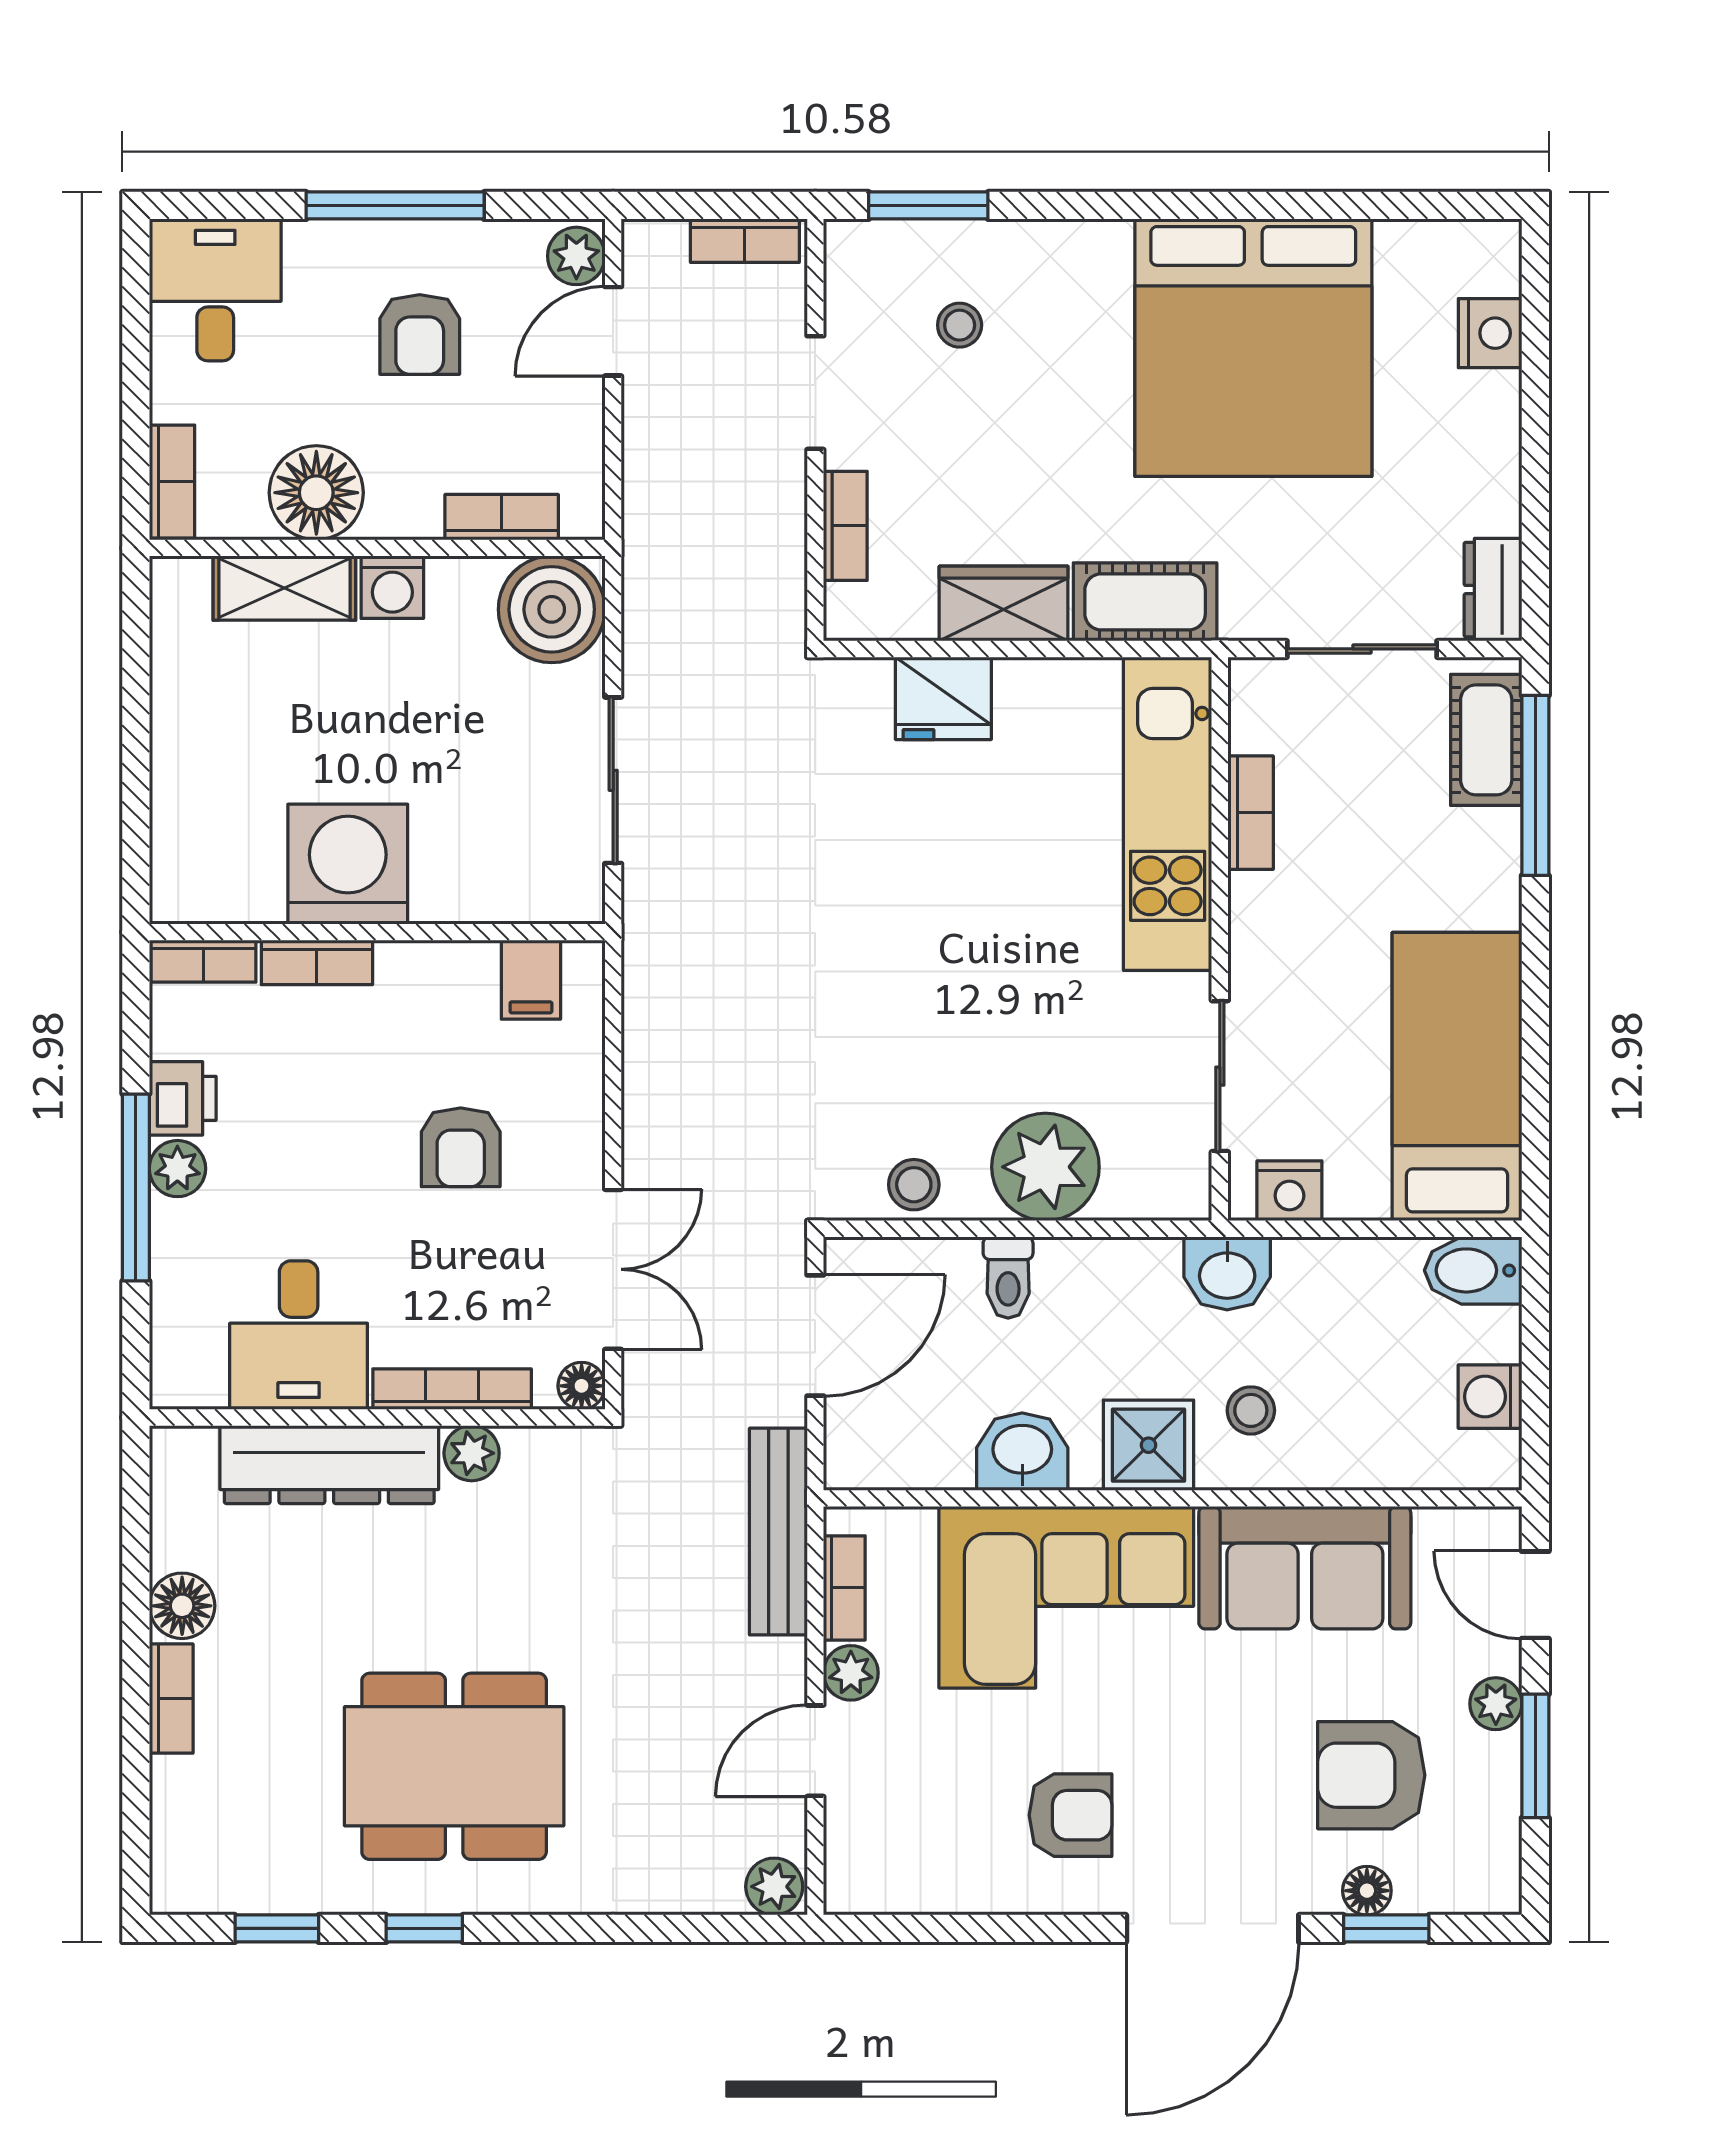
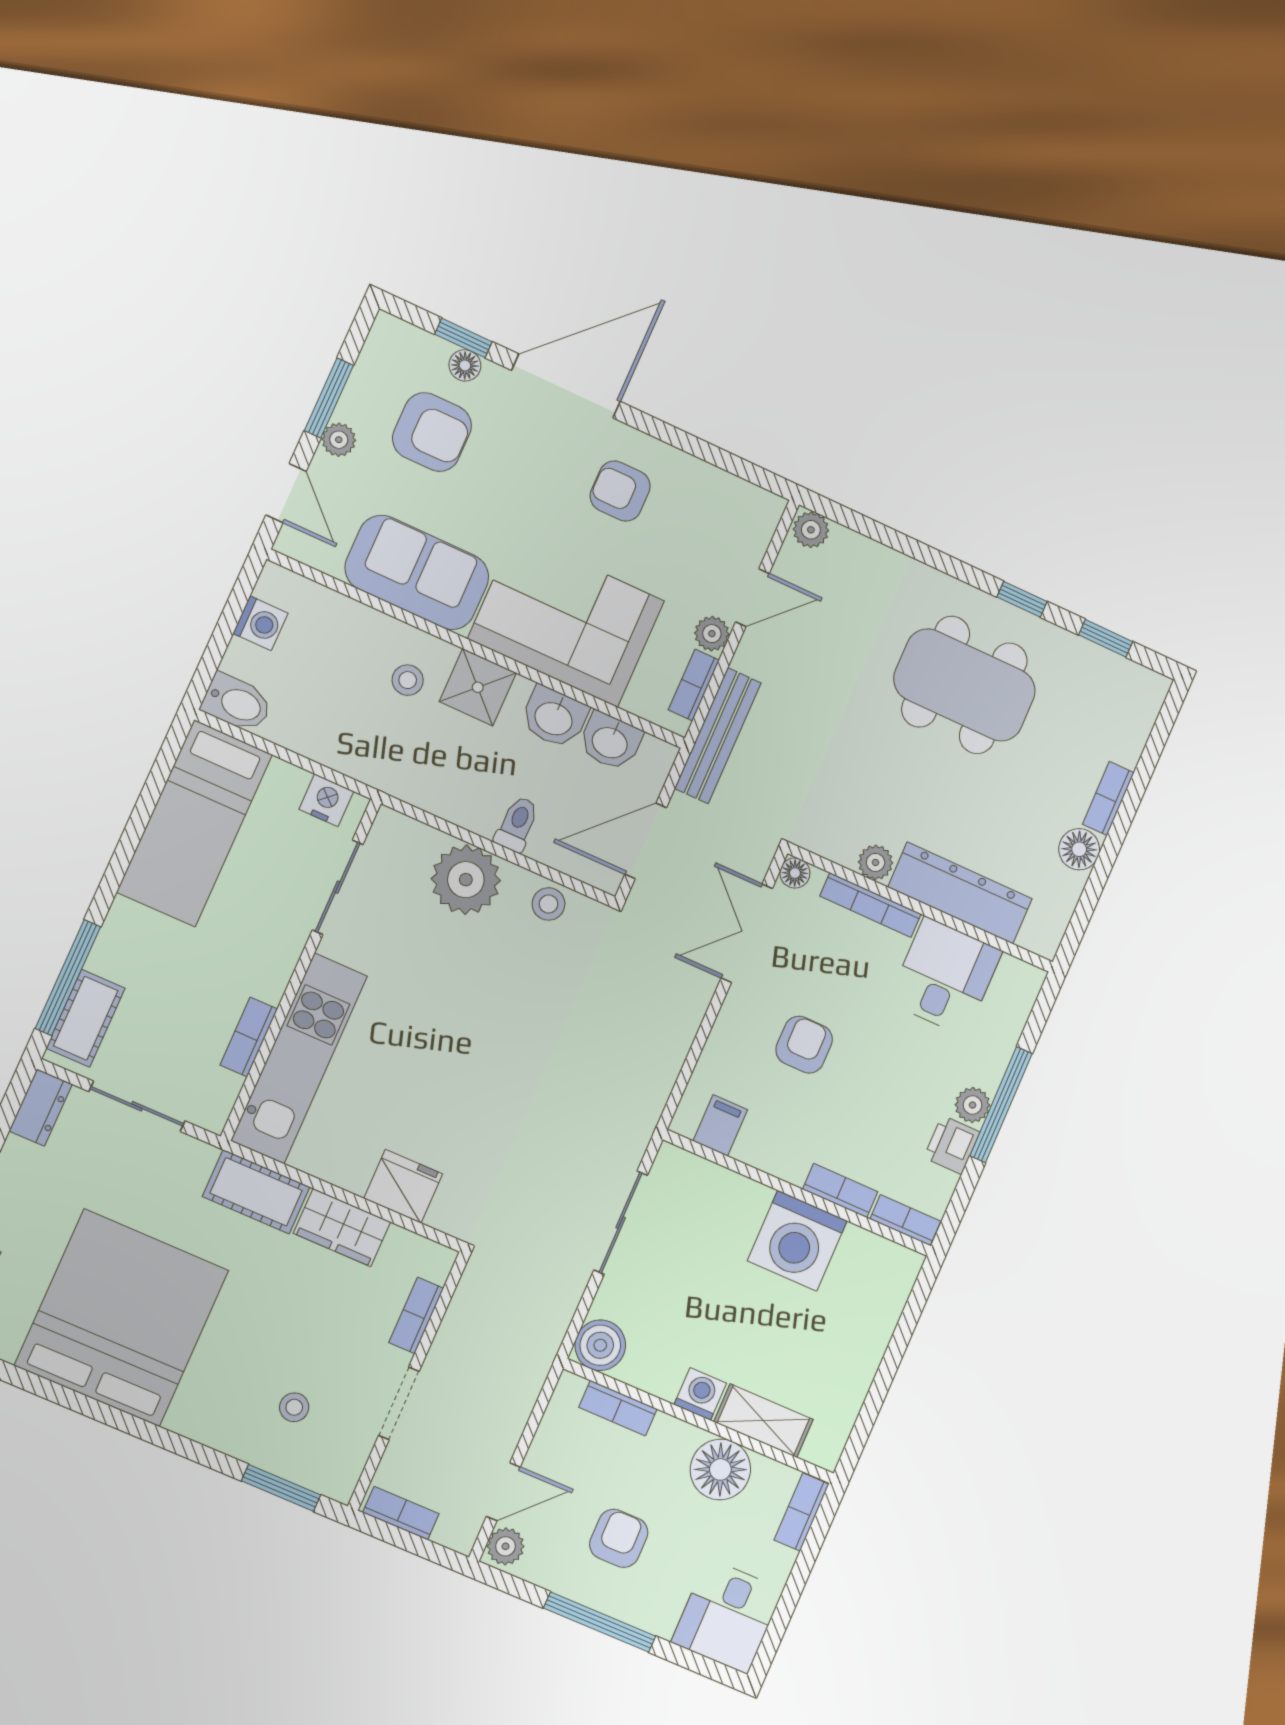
boiler: (552, 609) -> (600, 1345), width x0.73, depth x0.73
washbasin: (1227, 1273) -> (610, 741), moved, turned 180

